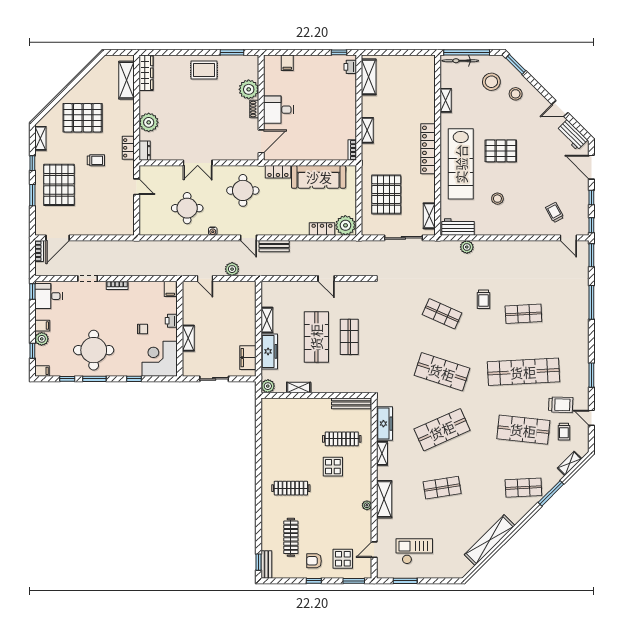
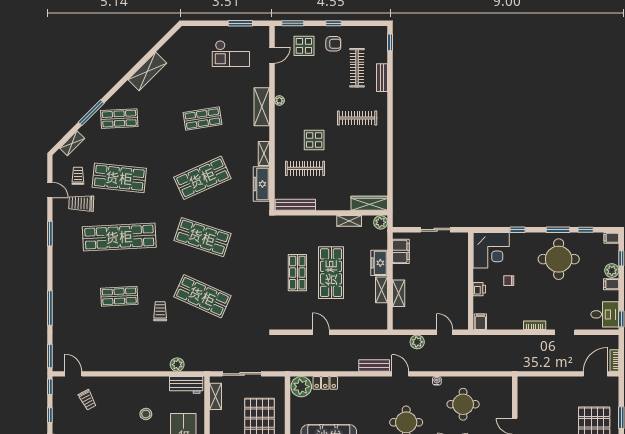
shop shelf: (442, 314) -> (202, 296), width x1.43, depth x1.36
shelving: (188, 338) -> (399, 293), moved
freezer: (269, 351) -> (379, 263), width x0.71
wardrobe: (279, 405) -> (369, 203), added
shelving: (490, 540) -> (147, 71), width x0.68
bench: (266, 564) -> (382, 78), moved

